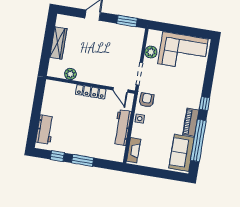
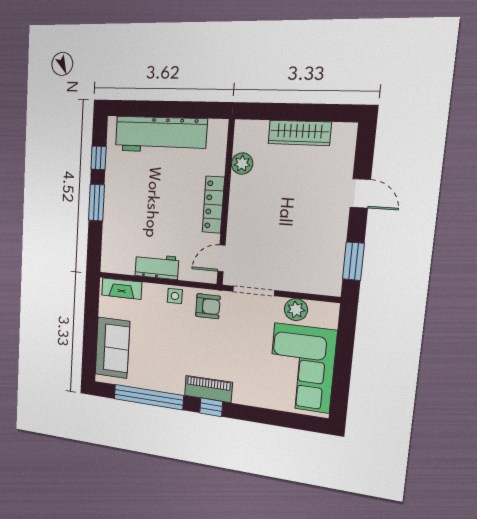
piano: (191, 122) -> (208, 389), moved
workbench: (122, 128) -> (157, 266), width x0.73
workbench: (45, 129) -> (161, 135), width x1.88, depth x1.32
sofa: (182, 153) -> (112, 348), moved, turned 90

